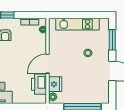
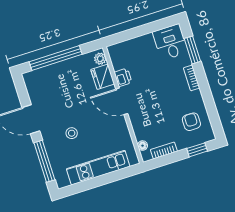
window: (112, 40) -> (44, 161), width x1.44
door: (47, 64) -> (122, 101), swing flipped
printer: (39, 84) -> (123, 77), width x0.53, depth x0.68

